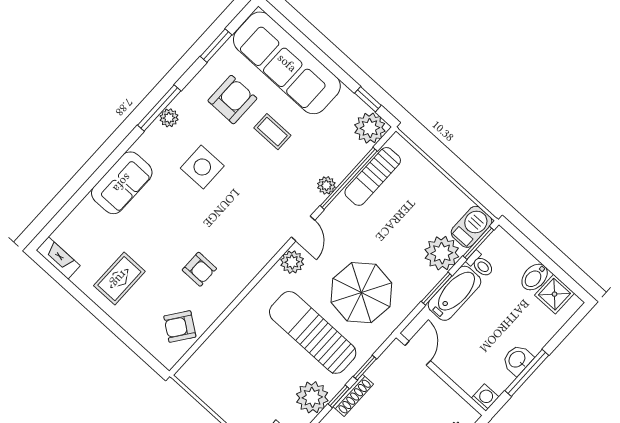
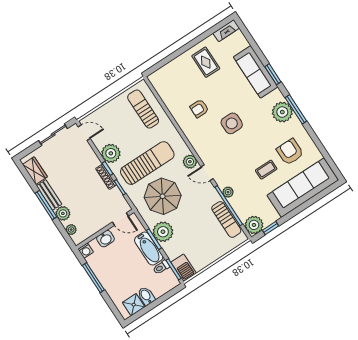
window: (216, 46) -> (273, 74), moved
armchair: (232, 100) -> (290, 152), turned 180
plant: (169, 118) -> (282, 112), width x1.87, depth x1.87
side table: (202, 167) -> (232, 123), moved
sun lounger: (373, 176) -> (226, 219), turned 180
sofa: (122, 183) -> (256, 72), width x1.36
plant: (442, 253) -> (163, 232), moved
armchair: (180, 326) -> (170, 89), removed
washbasin: (517, 360) -> (105, 239), moved, turned 90
sun lounger: (224, 363) -> (143, 109), added

